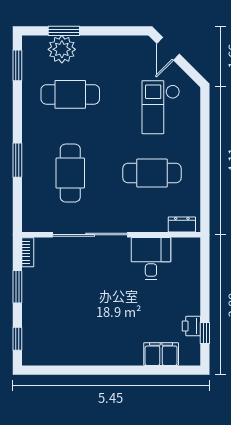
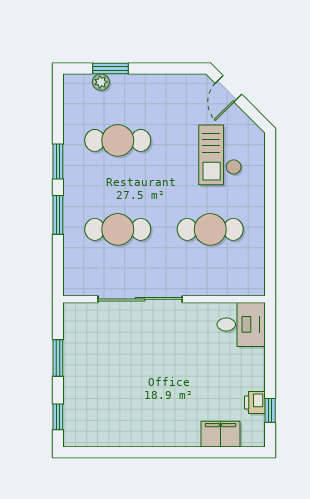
plant: (62, 49) -> (101, 82), width x0.53, depth x0.53
window: (17, 65) -> (58, 161), moved
cafe table: (70, 173) -> (118, 229), turned 90
dresser: (182, 224) -> (244, 288), removed
bookcase: (28, 252) -> (70, 319), removed
desk: (151, 259) -> (241, 324), moved, turned 90

